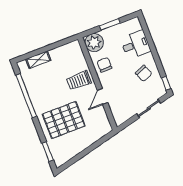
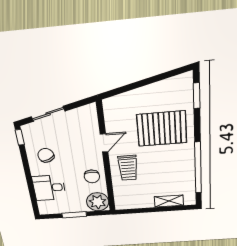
trolley: (79, 80) -> (128, 168), turned 90

